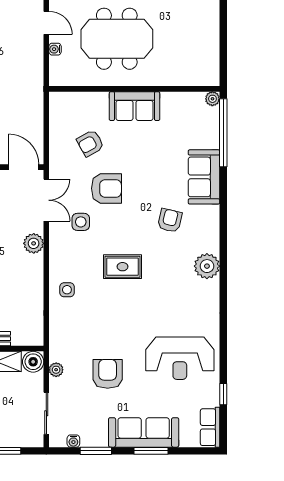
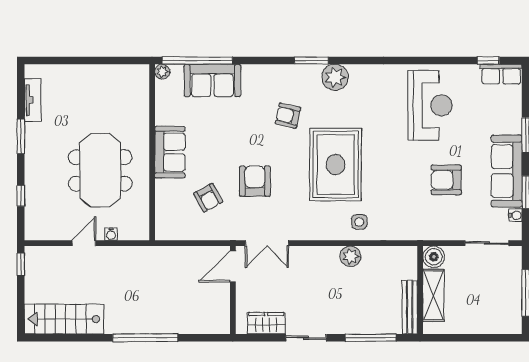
sofa: (204, 177) -> (212, 80), moved
double door: (46, 200) -> (267, 243), swing flipped
side table: (81, 222) -> (289, 208), removed
plant: (34, 243) -> (350, 256), moved
window: (223, 243) -> (311, 61), added
rug: (123, 267) -> (336, 165), width x1.86, depth x2.06
plant: (56, 370) -> (442, 233), removed
window: (223, 394) -> (488, 61), moved
sofa: (144, 432) -> (507, 171), moved

